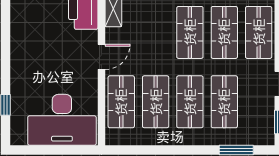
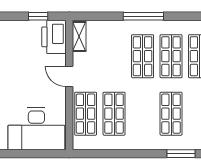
door: (101, 57) -> (69, 76), swing flipped
shop shelf: (190, 102) -> (143, 114), removed

